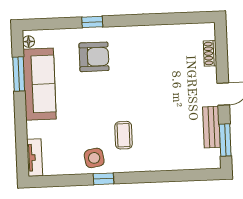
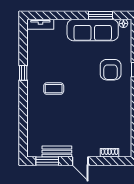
side table: (94, 158) -> (38, 67), removed

